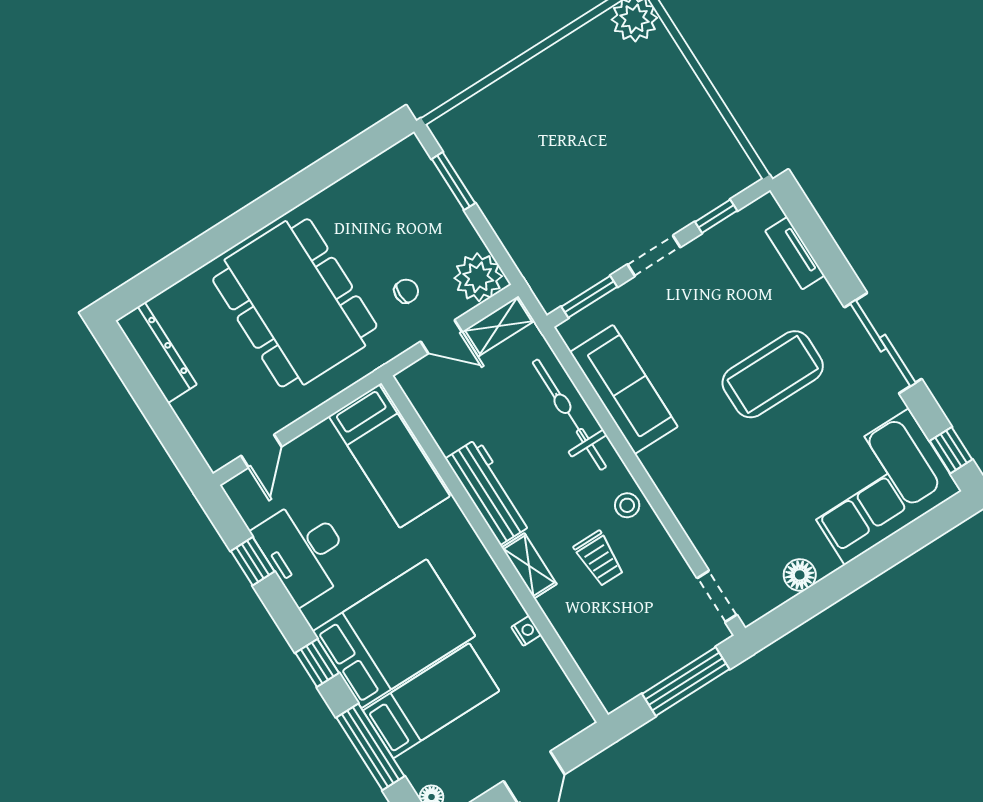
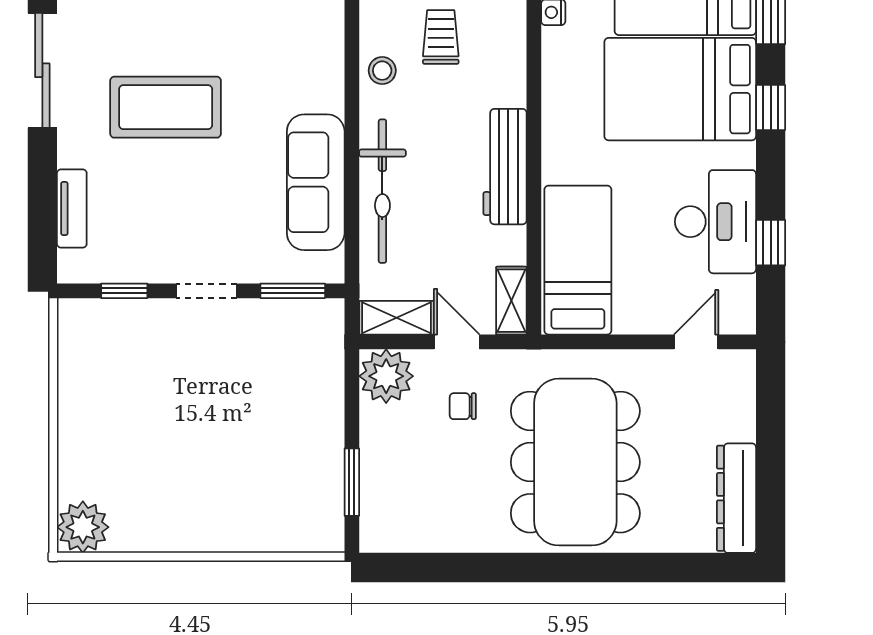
shelving: (529, 566) -> (511, 301), moved

